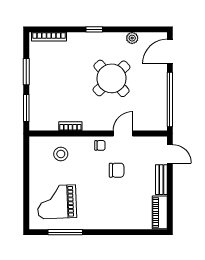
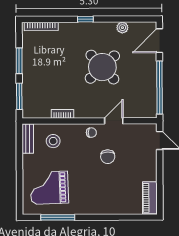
chair: (117, 170) -> (108, 157), turned 89
bench: (161, 180) -> (28, 139), moved

